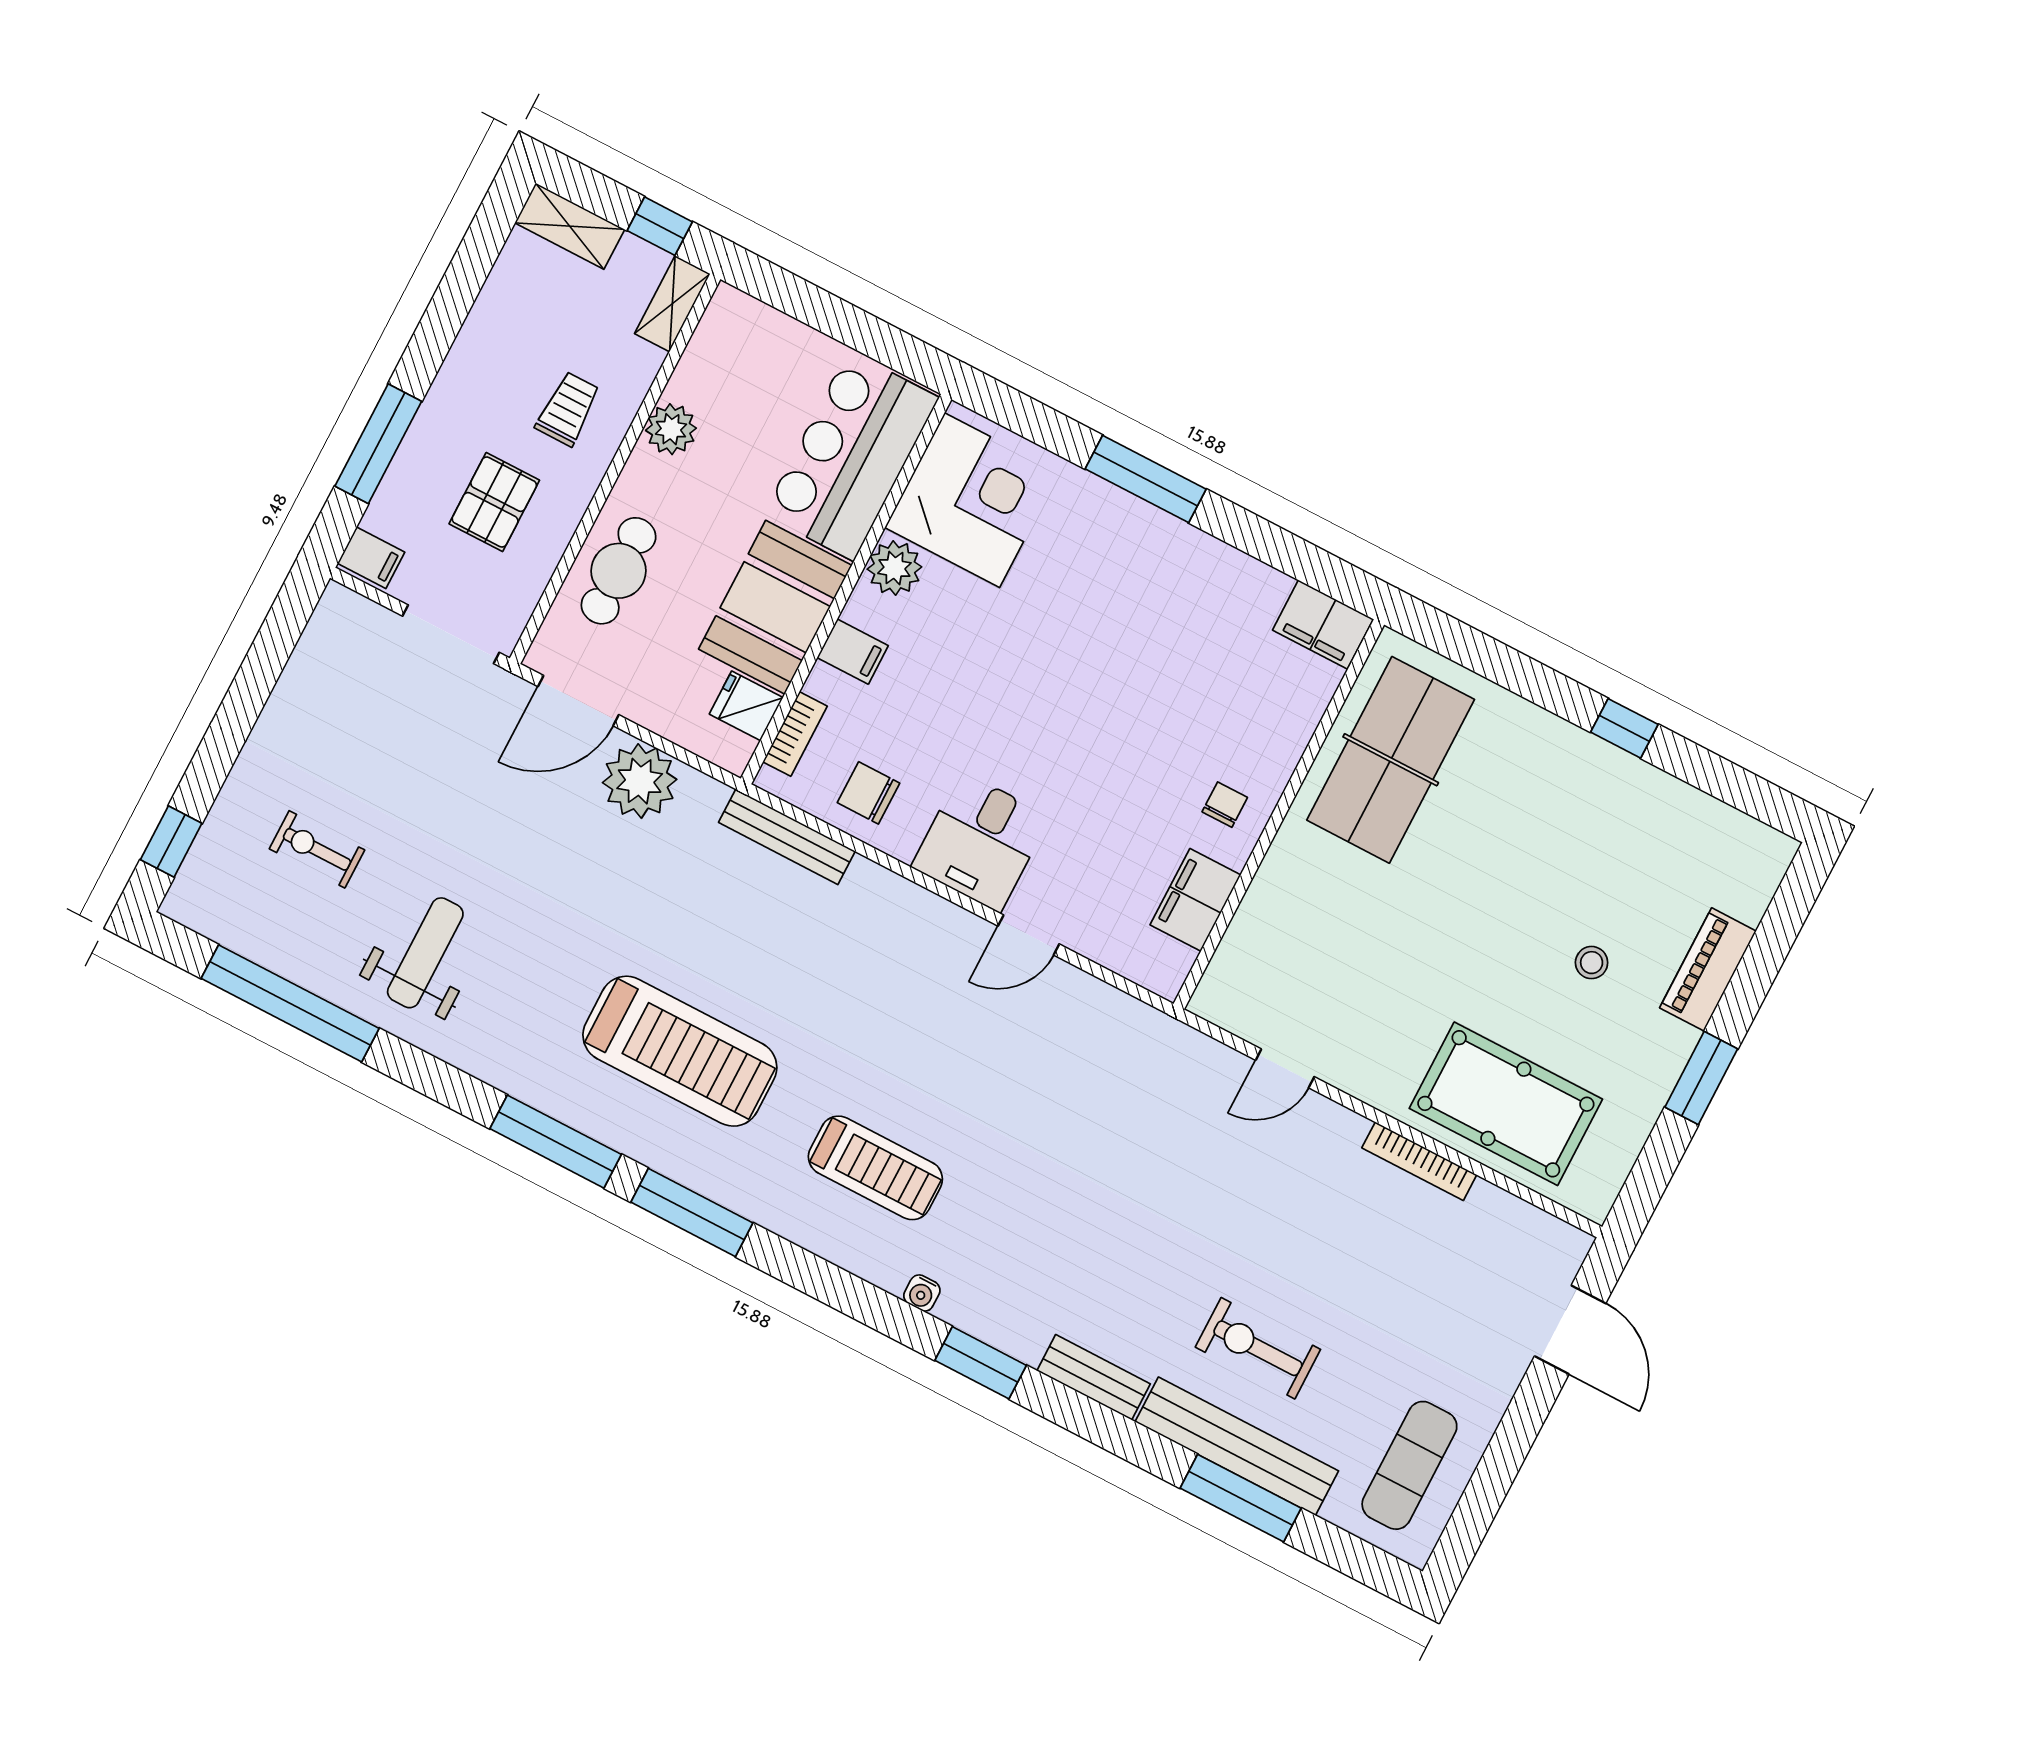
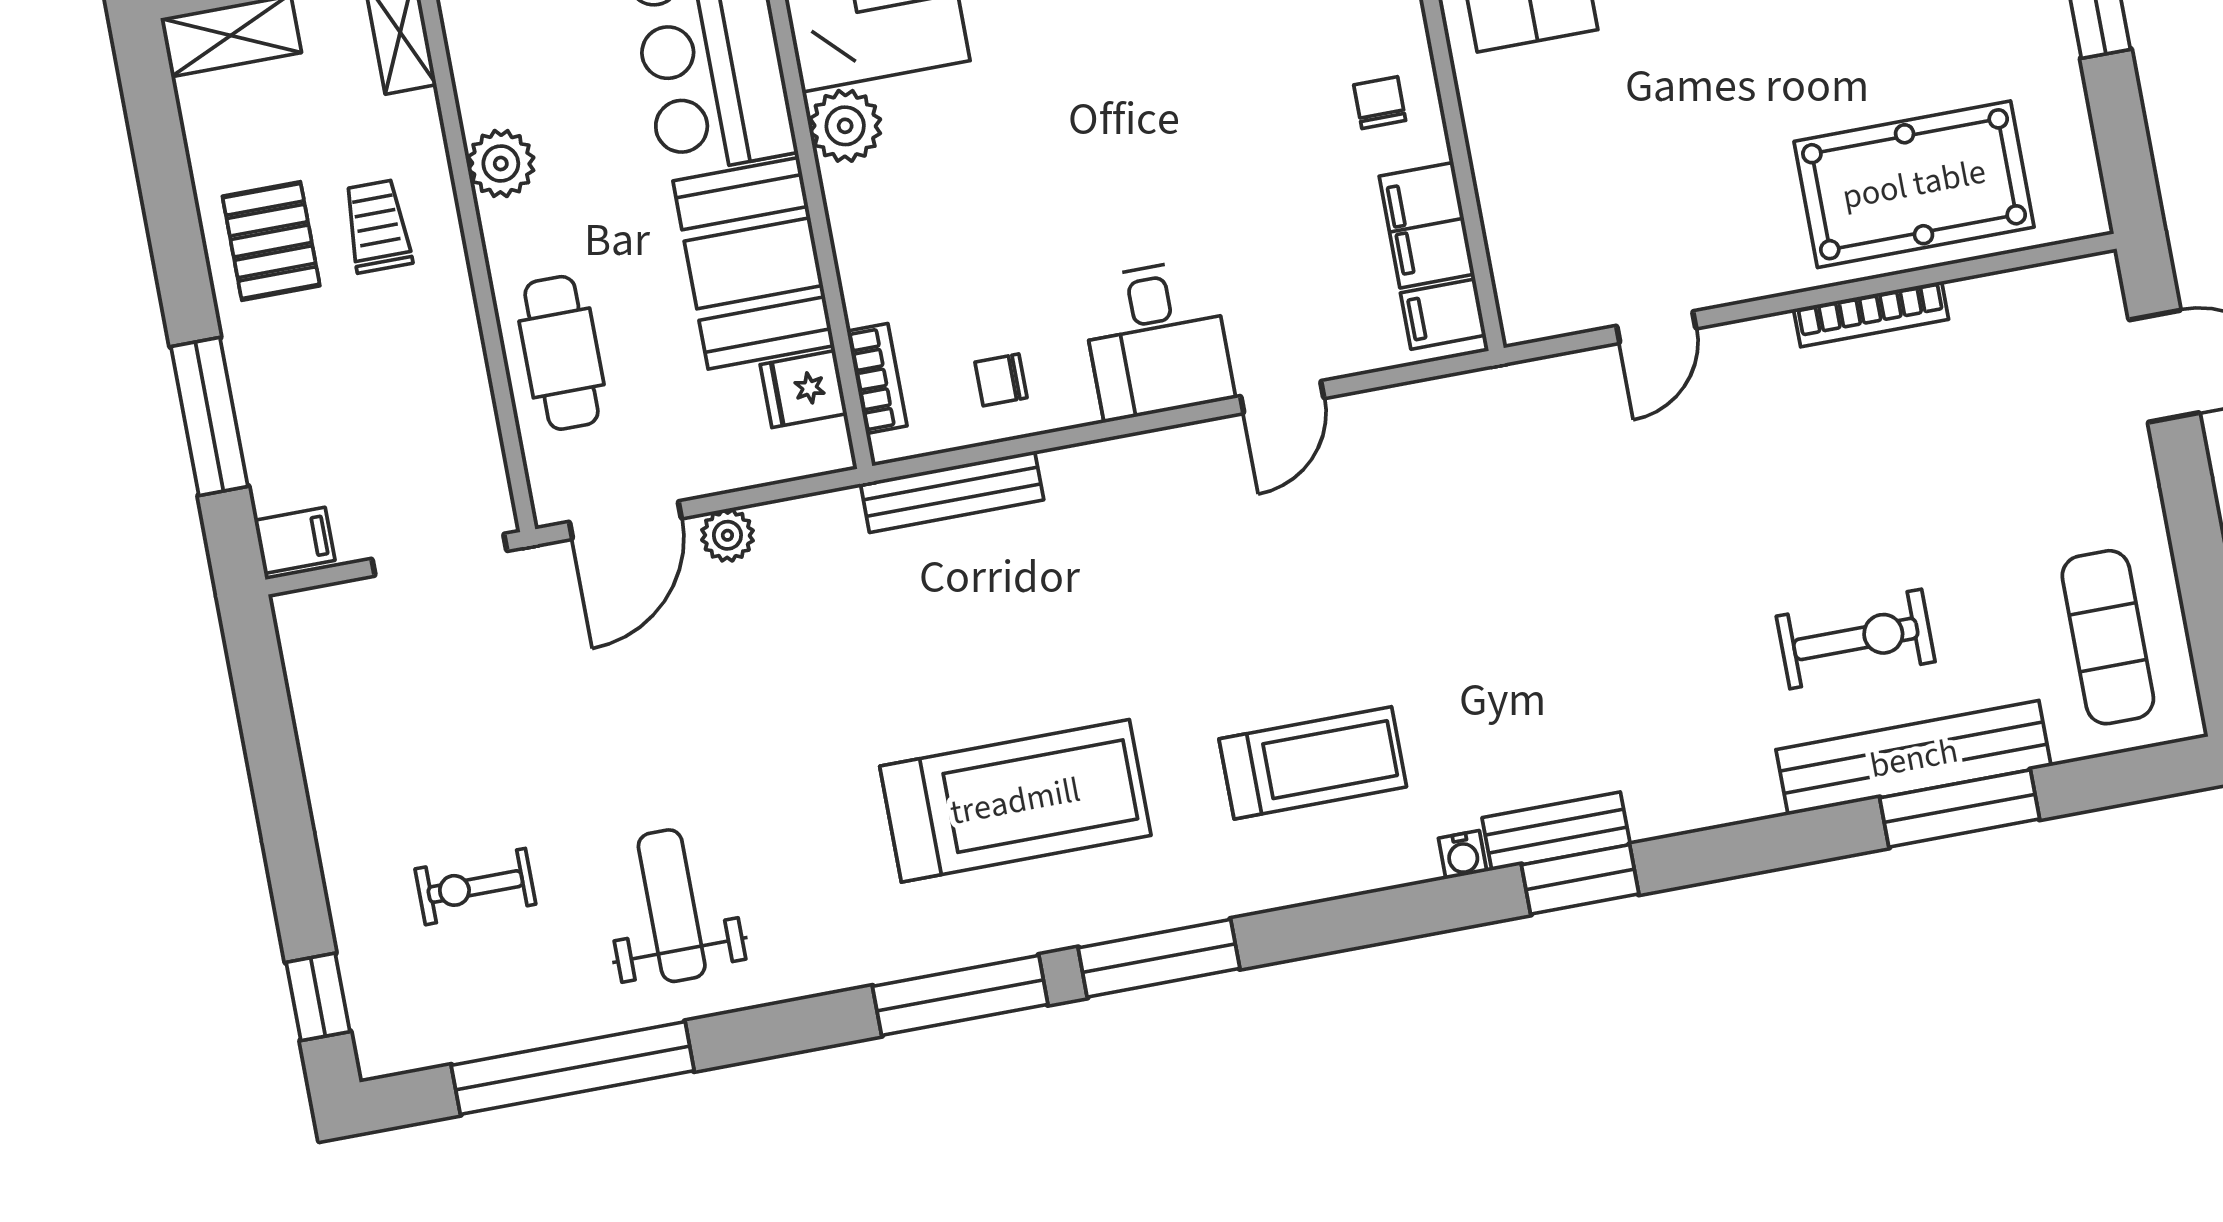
pallet: (494, 502) -> (271, 241), moved
filing cabinet: (853, 652) -> (1443, 314), moved, turned 180
plant: (640, 781) -> (727, 535), width x0.53, depth x0.53
chair: (869, 793) -> (1001, 380), width x0.73, depth x0.73
exercise bike: (1258, 1348) -> (1856, 639), turned 180
bench: (1094, 1377) -> (1556, 831), moved

